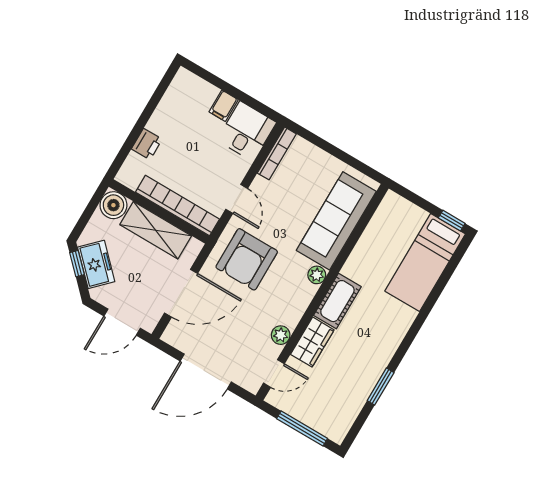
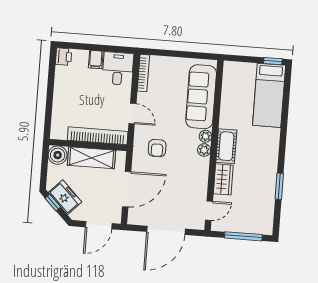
printer: (147, 144) -> (64, 57), moved
armchair: (247, 259) -> (157, 148), width x0.53, depth x0.53
plant: (281, 335) -> (204, 150), moved

